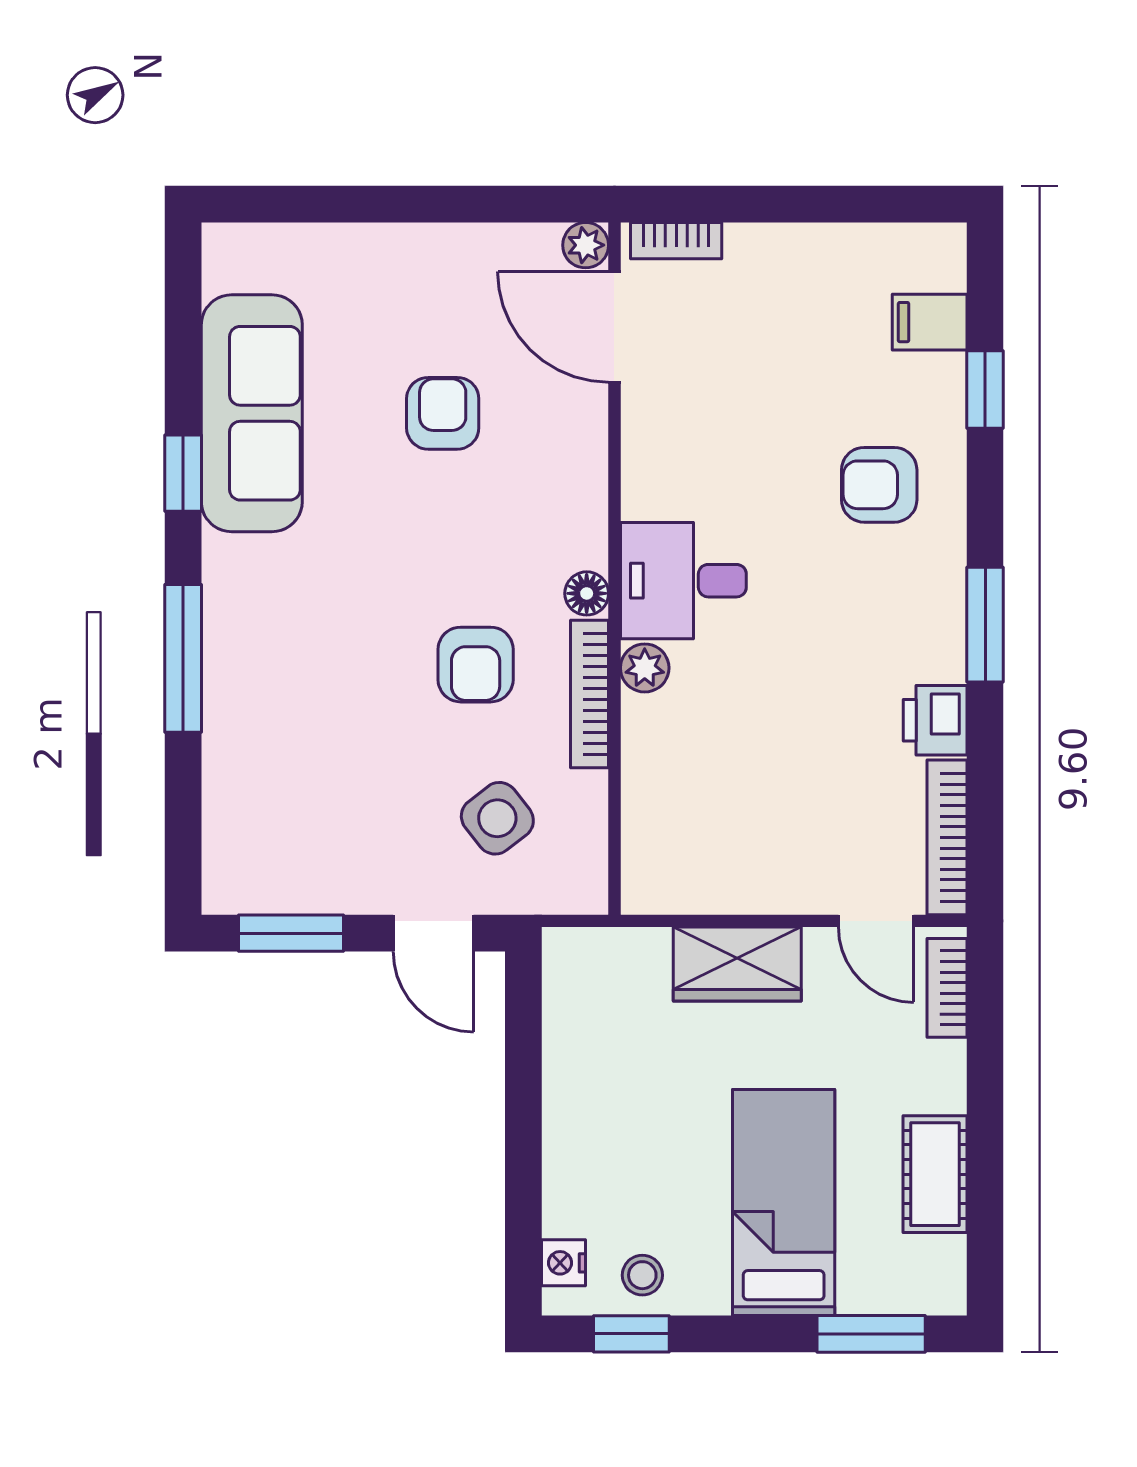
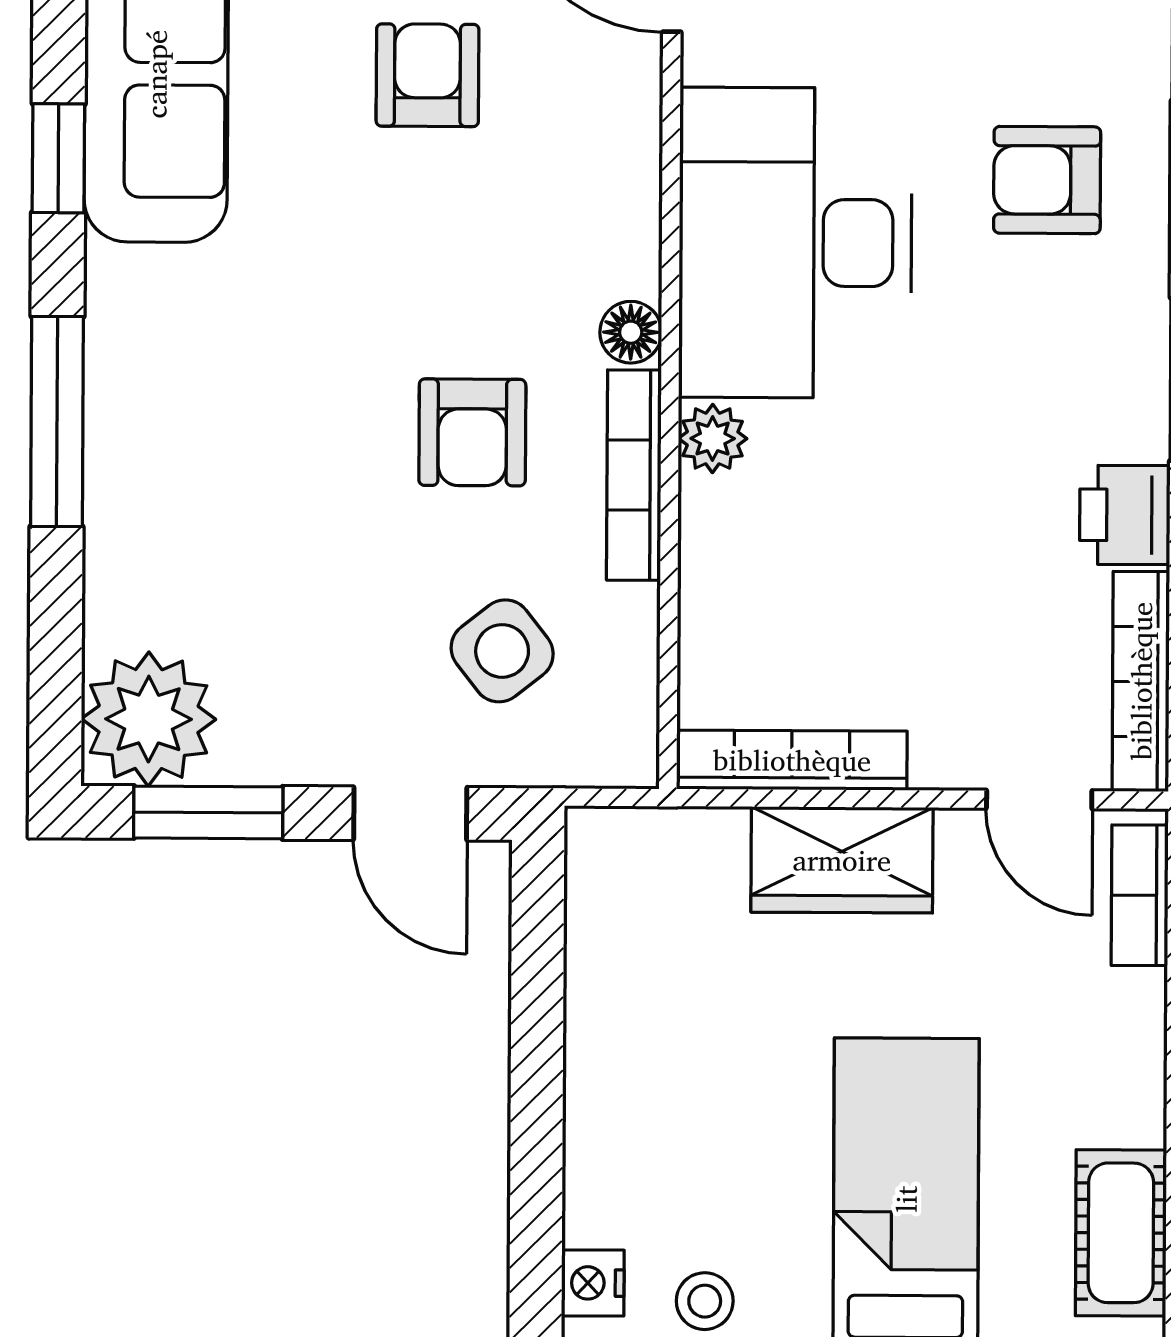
desk: (683, 581) -> (795, 243), width x1.87, depth x1.30
plant: (249, 868) -> (149, 719), added
bookcase: (702, 894) -> (792, 760), added
cot: (935, 1174) -> (1121, 1233), moved

